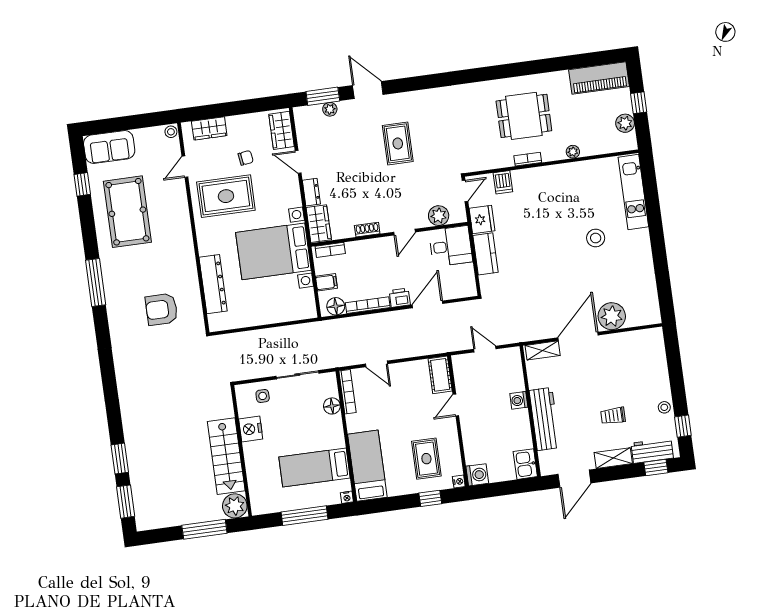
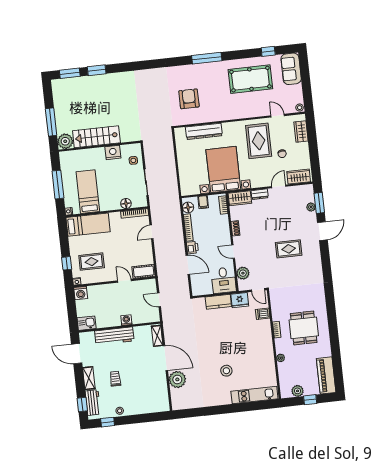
door: (485, 349) -> (159, 300), swing flipped

